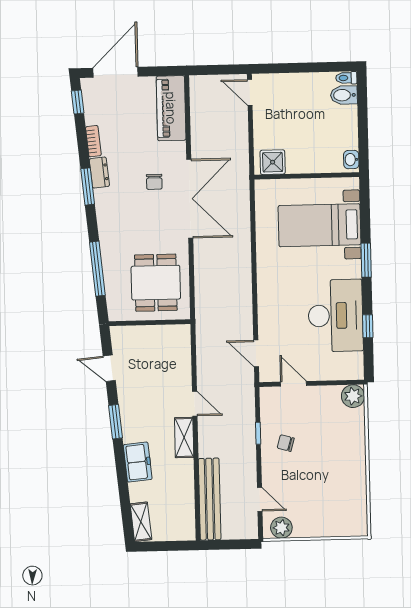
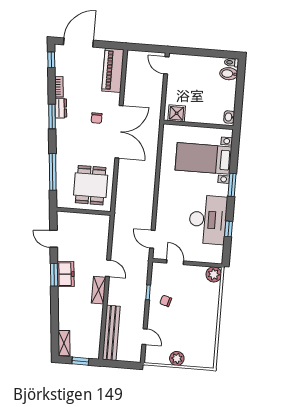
freezer: (138, 462) -> (66, 274), moved
plant: (281, 528) -> (177, 358), moved
window: (168, 546) -> (80, 361), added

